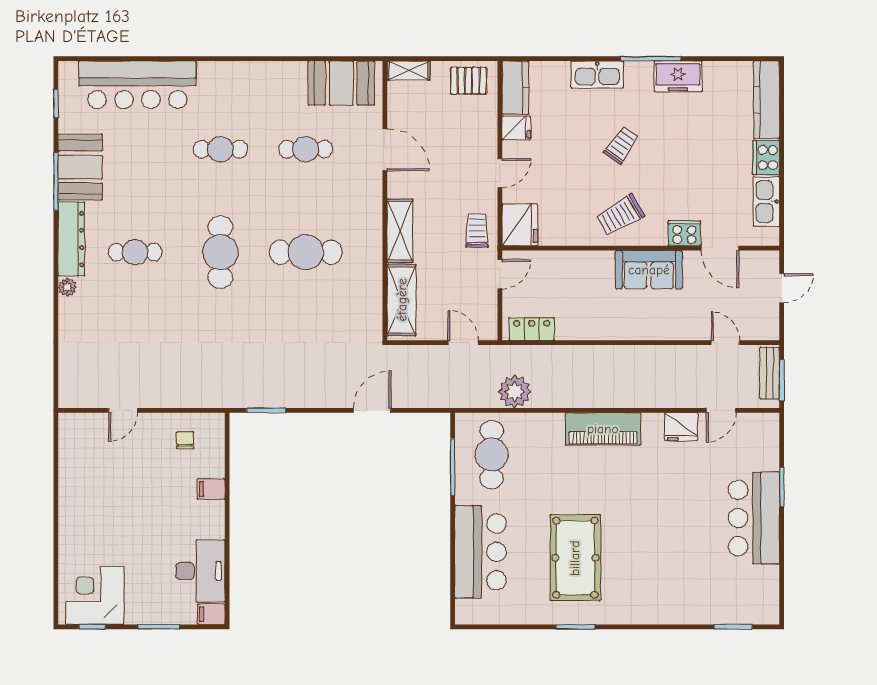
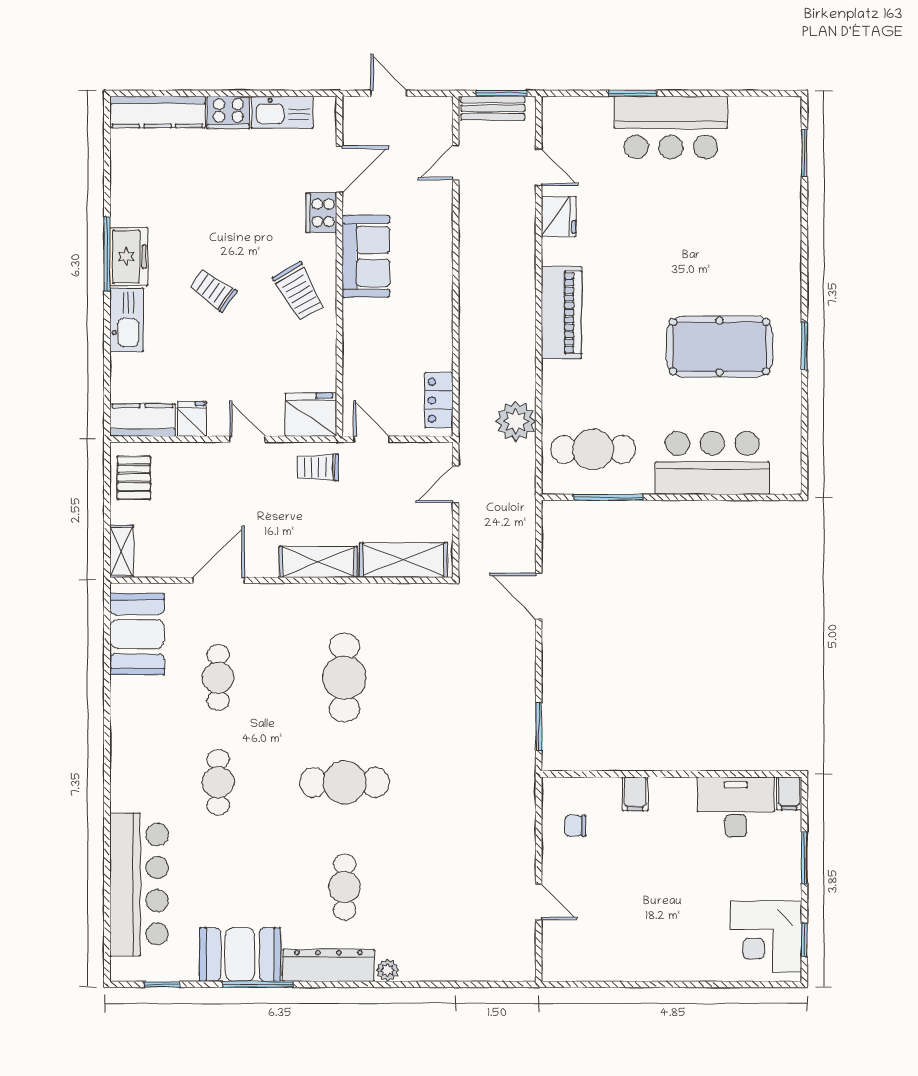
freezer: (678, 76) -> (129, 257), moved

